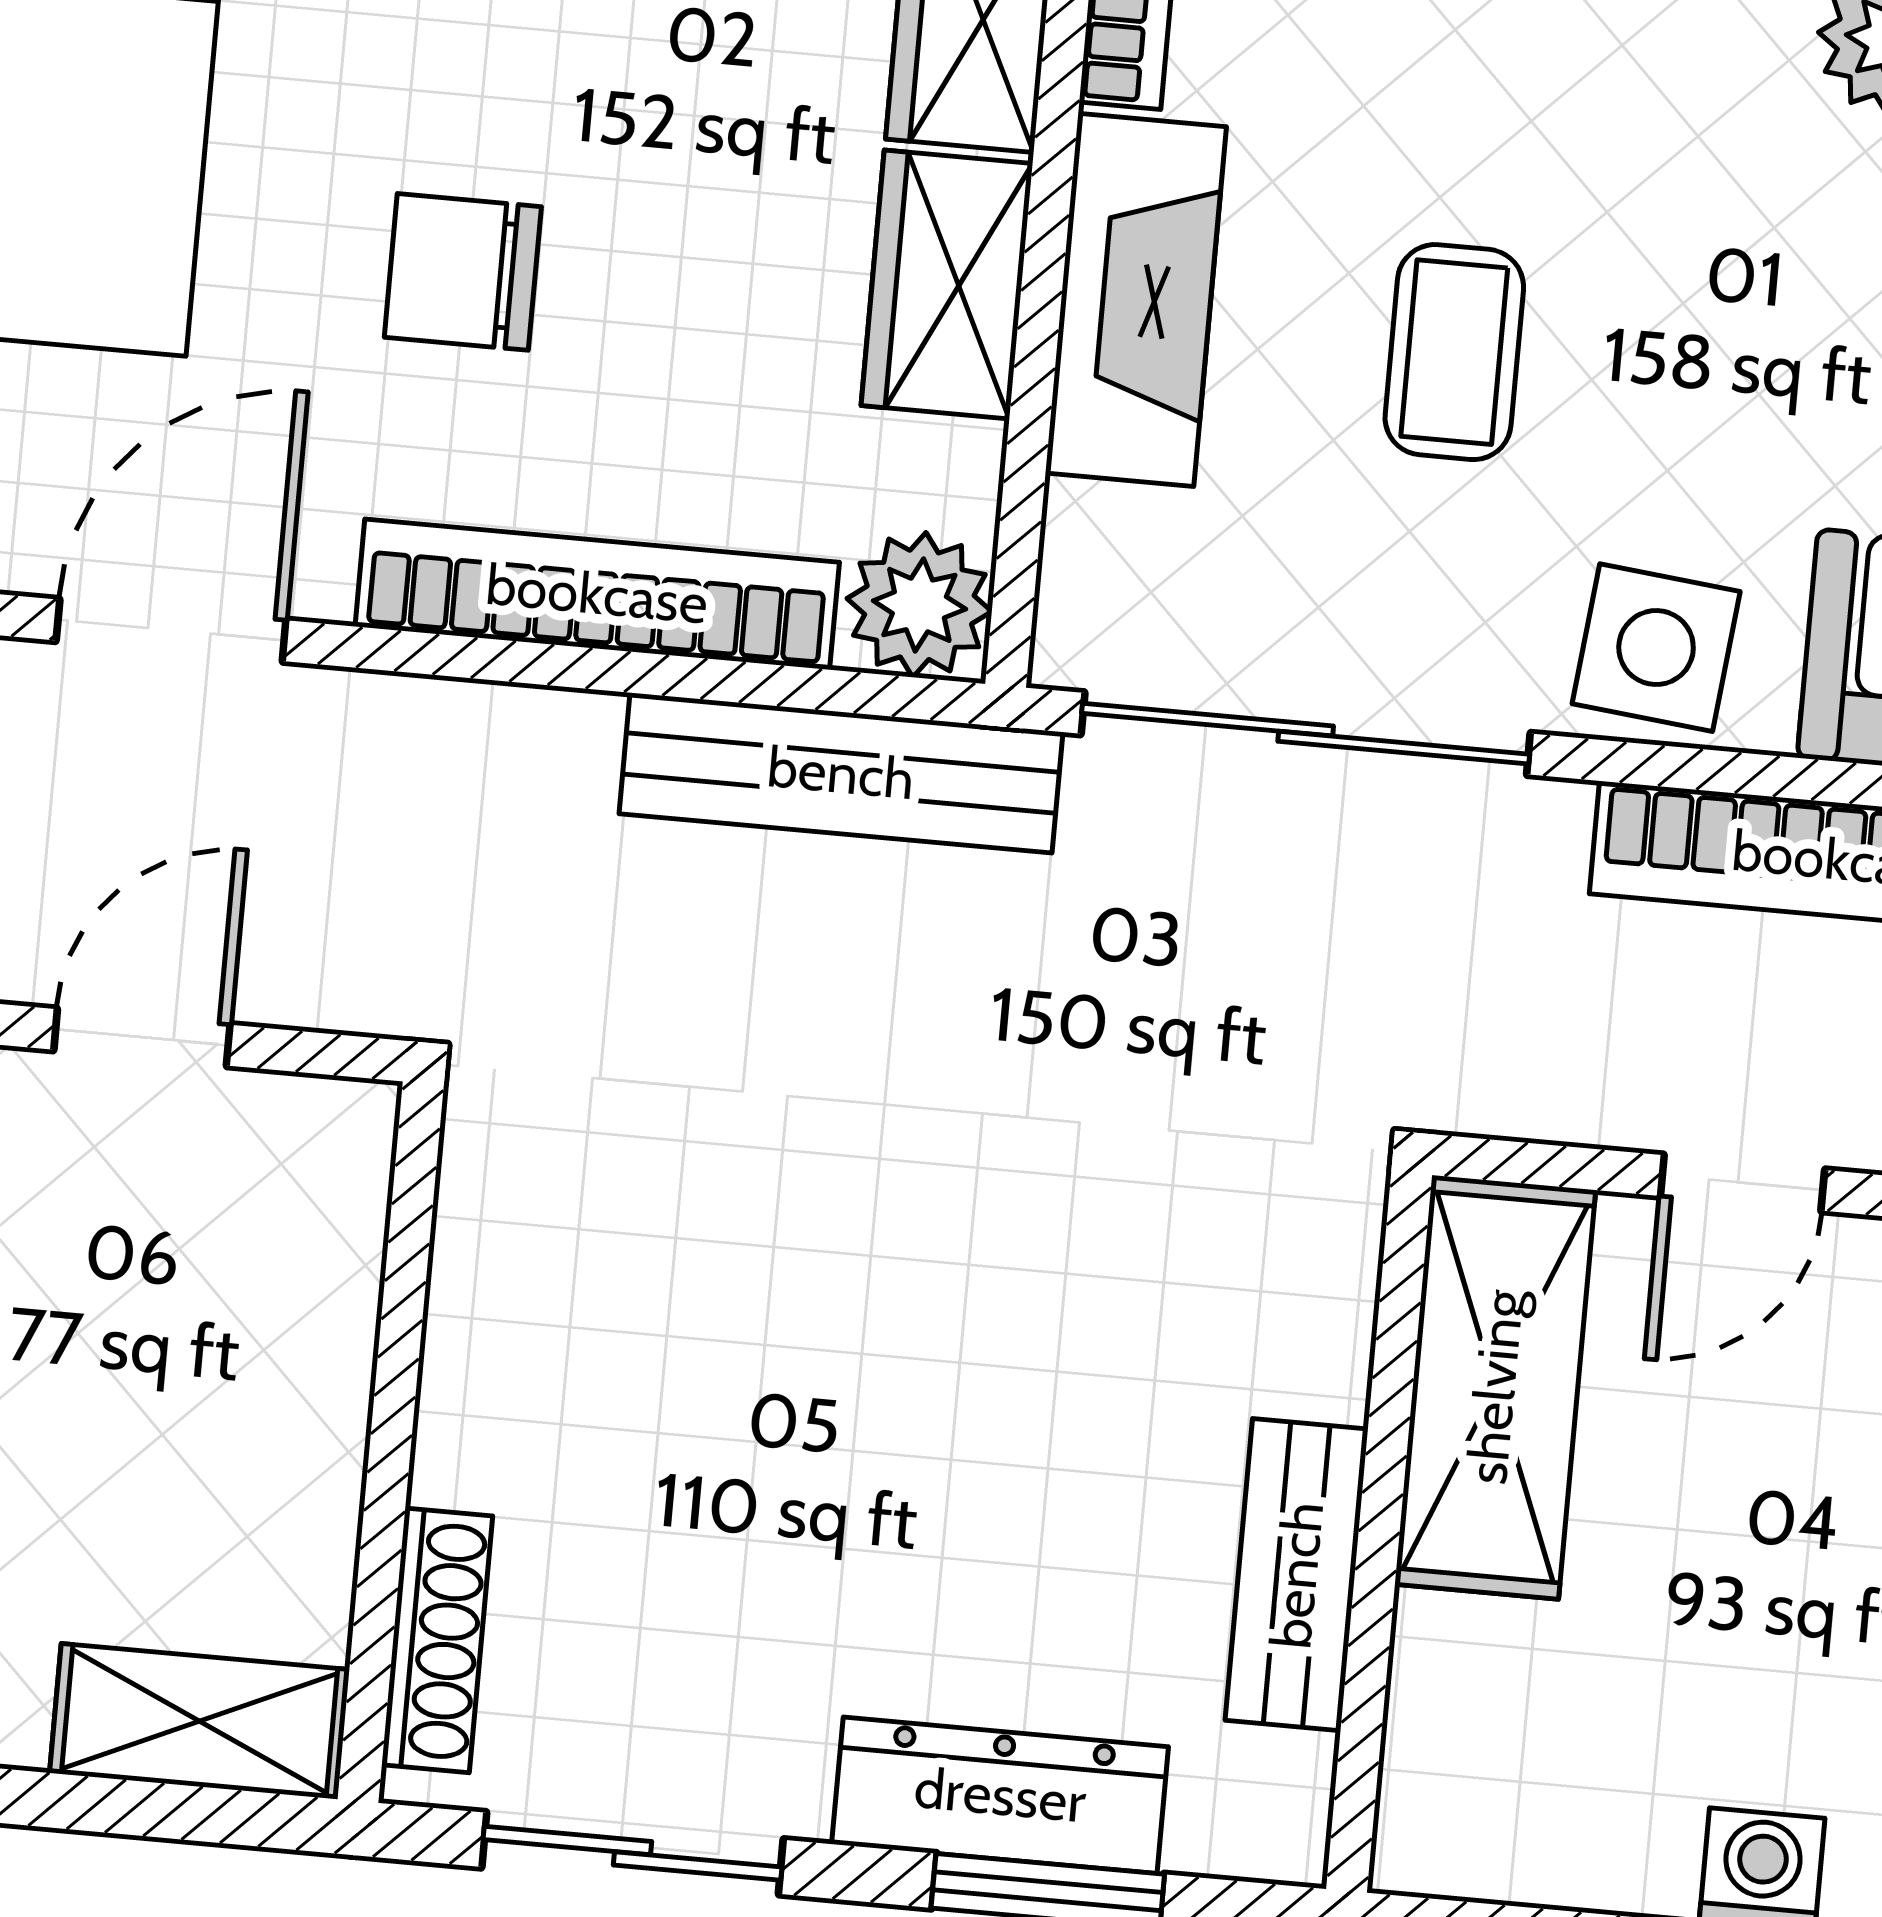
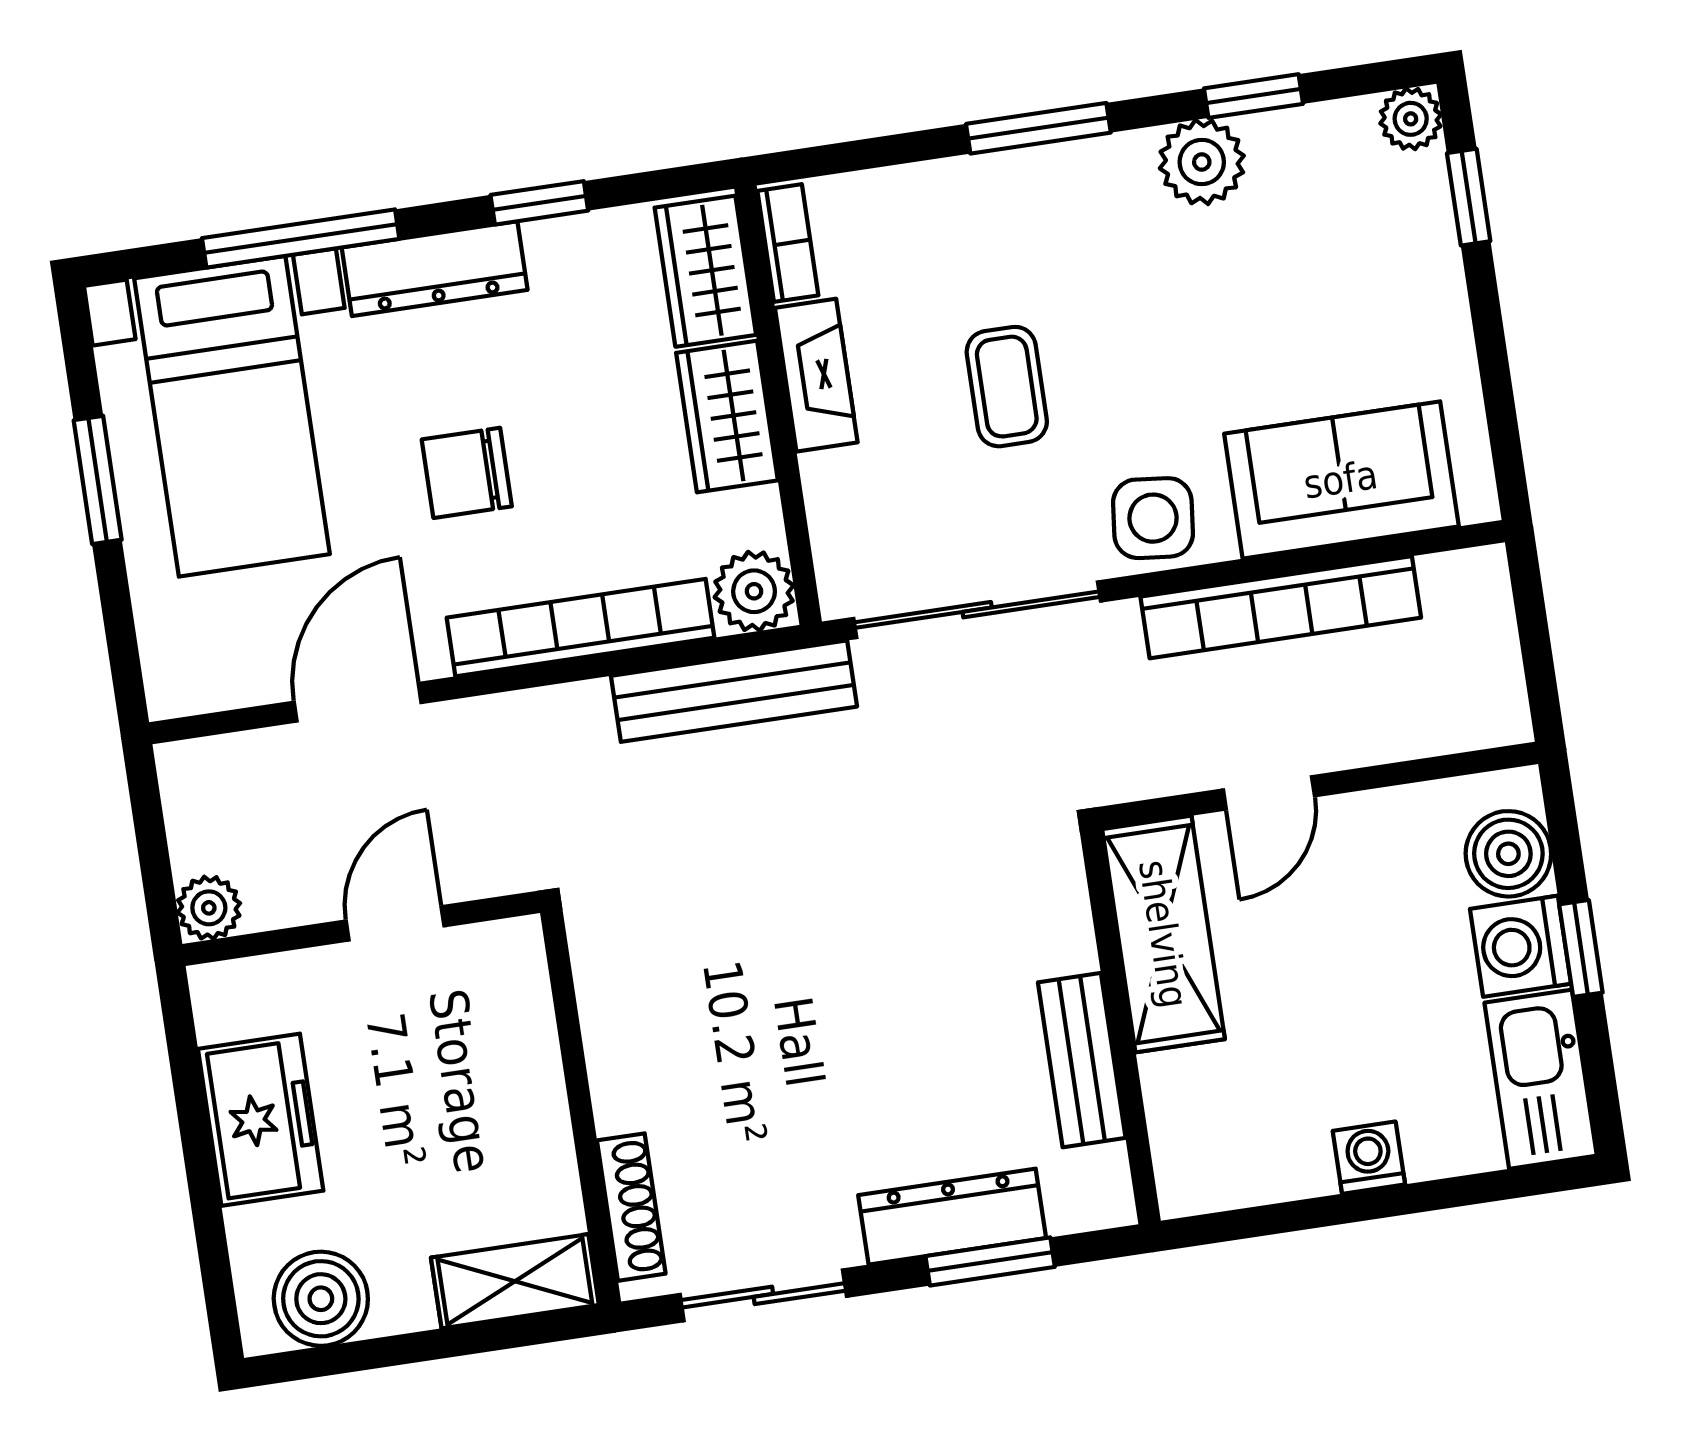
fireplace: (1136, 300) -> (816, 375), width x0.73, depth x0.76

